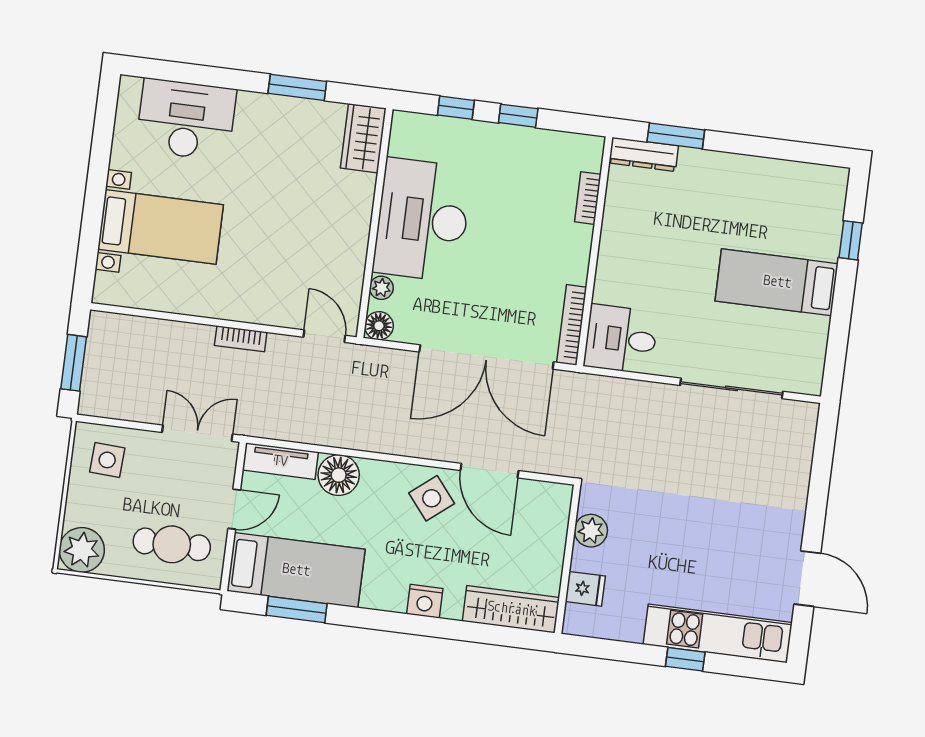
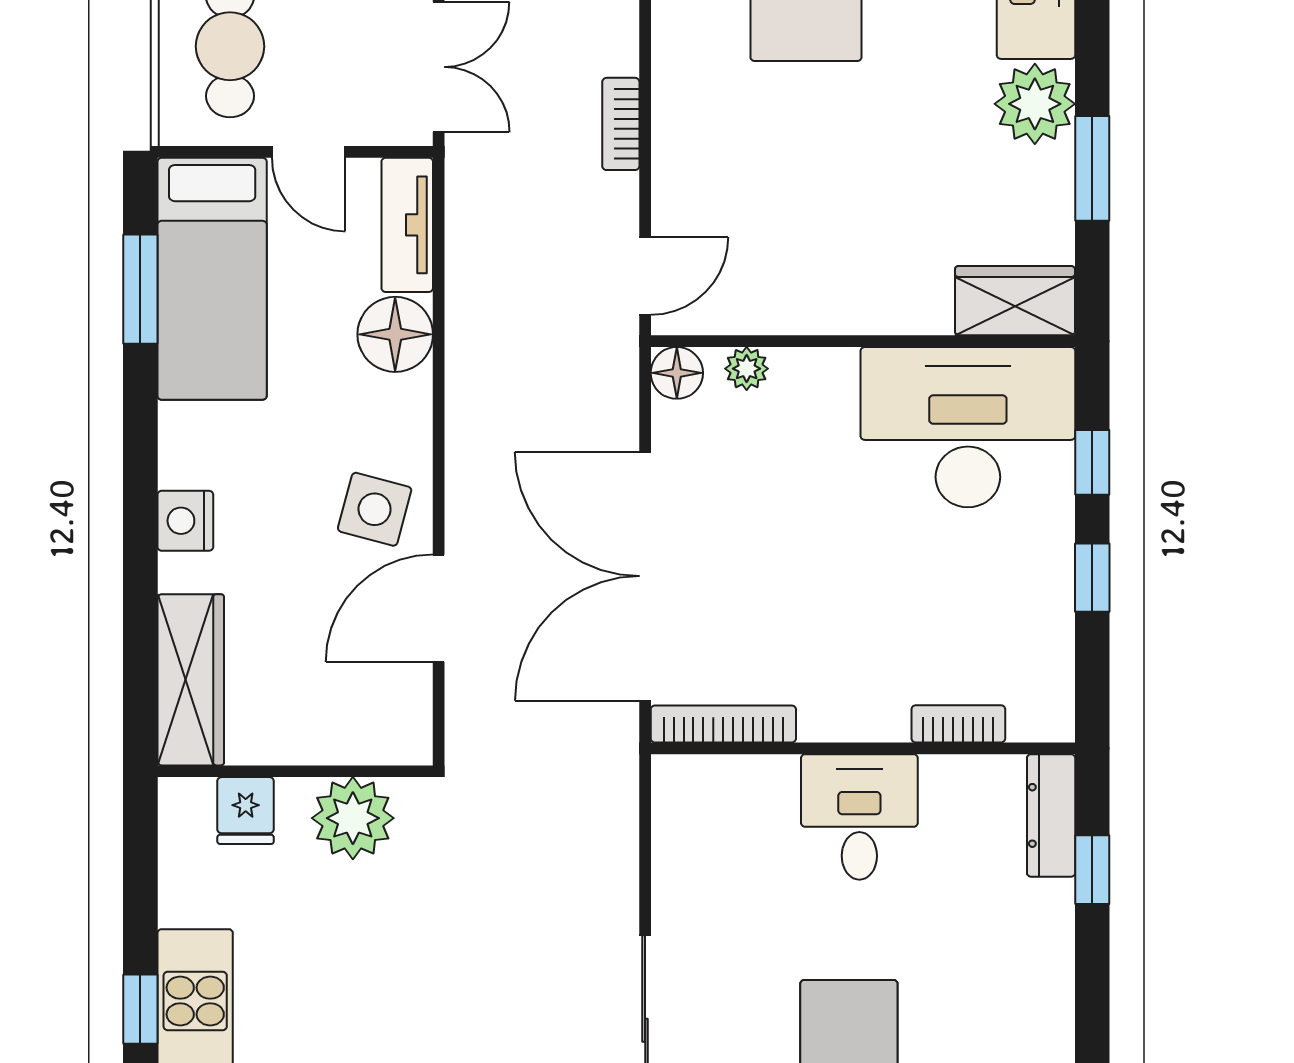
plant: (259, 114) -> (1035, 104), added
window: (676, 136) -> (1092, 870), width x0.67
desk: (422, 220) -> (968, 427), moved
desk: (621, 339) -> (859, 817), moved
side table: (432, 498) -> (375, 509), turned -36
plant: (591, 531) -> (353, 818), width x1.36, depth x1.36

